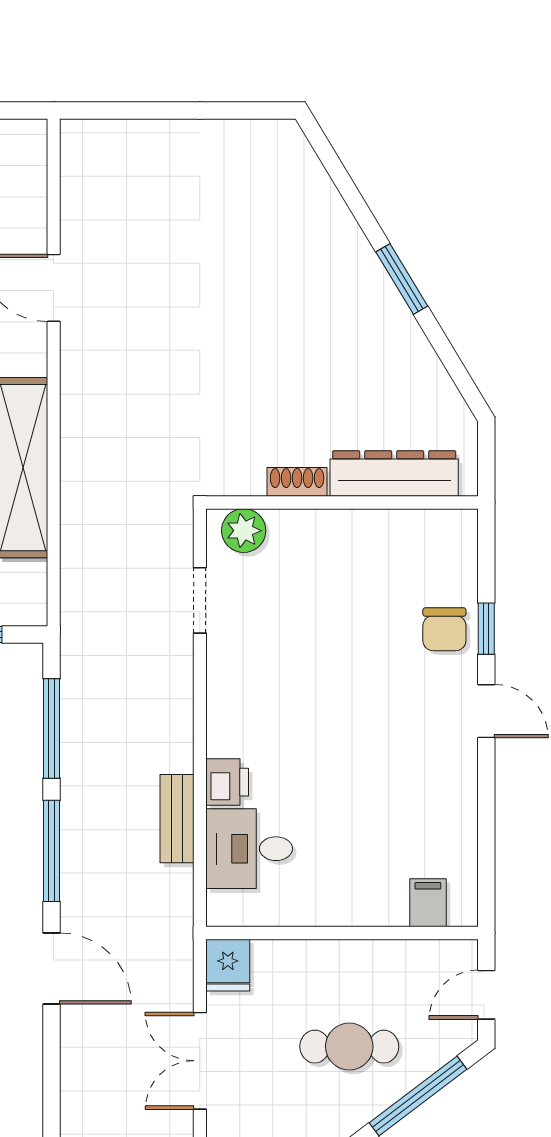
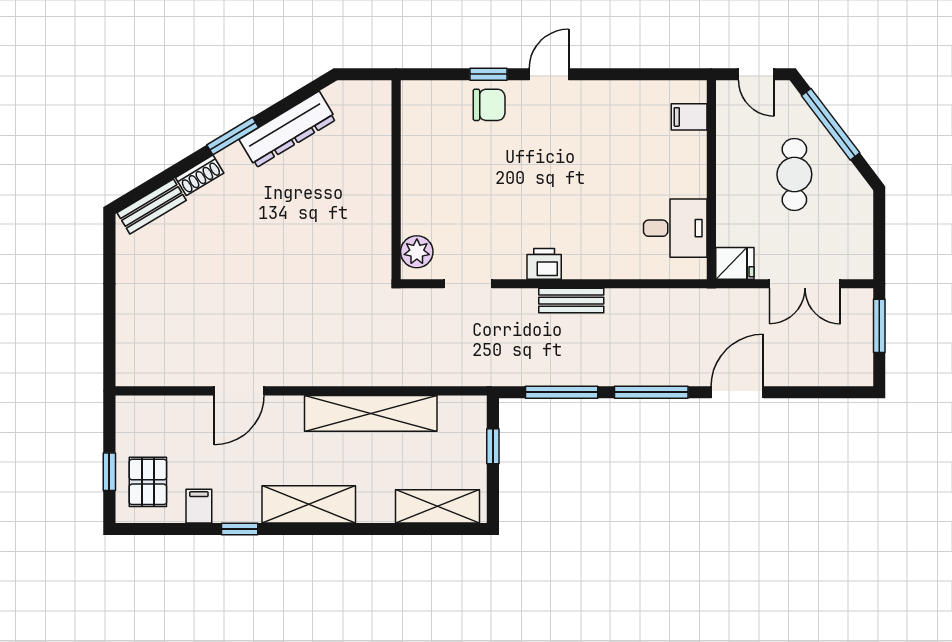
bench: (305, 168) -> (152, 207), added
dresser: (394, 474) -> (288, 129), moved, turned -121
shoe rack: (297, 482) -> (200, 175), moved, turned -121
printer: (227, 782) -> (544, 264), moved
bench: (177, 819) -> (571, 301), moved
desk: (249, 849) -> (675, 228), moved, turned -90

